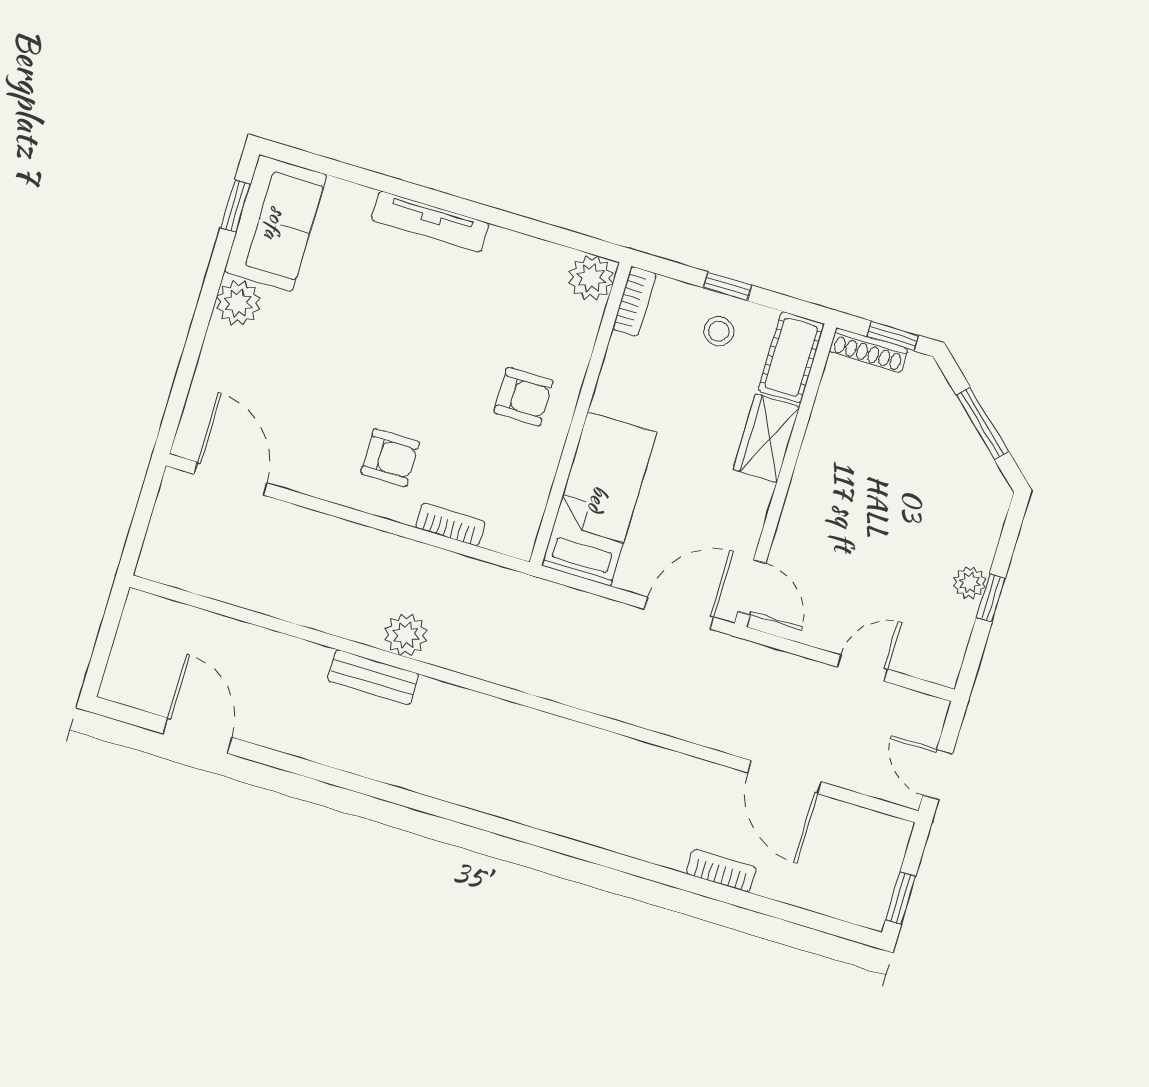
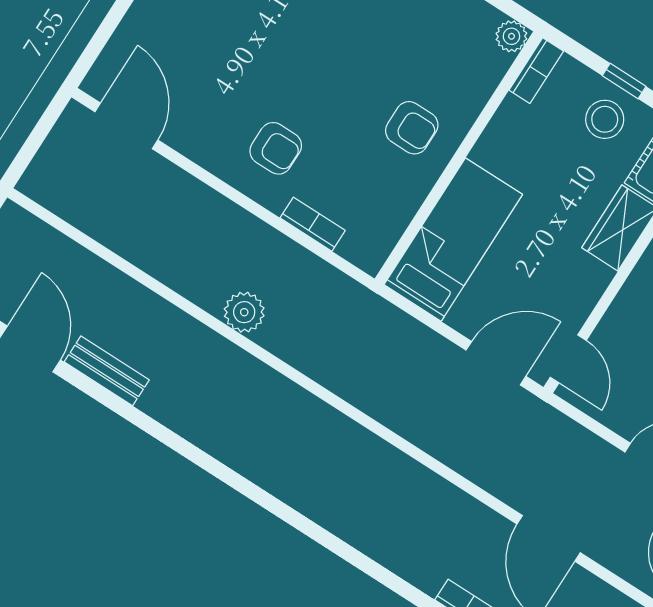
plant: (591, 278) -> (511, 36), width x0.73, depth x0.73
stool: (719, 331) -> (605, 119), width x1.37, depth x1.37
bench: (373, 677) -> (107, 371), moved

